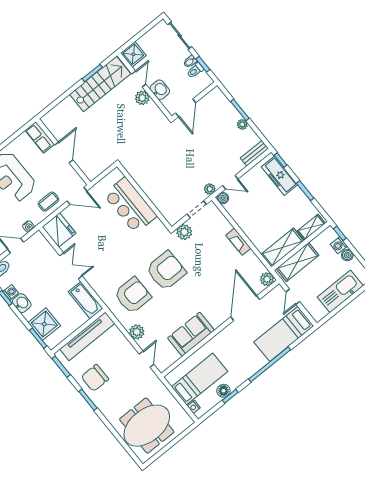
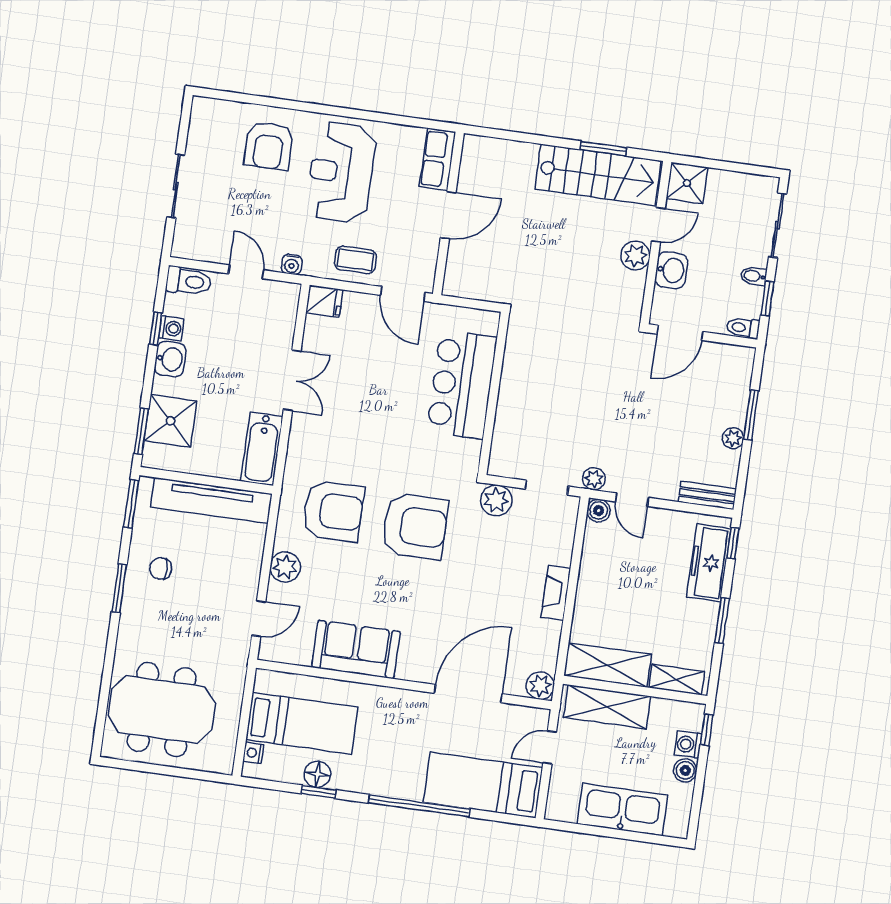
toilet: (195, 71) -> (743, 328), moved
fridge: (59, 230) -> (324, 301), width x0.53, depth x0.75
chair: (95, 378) -> (161, 568), width x0.54, depth x0.54

